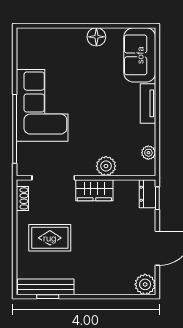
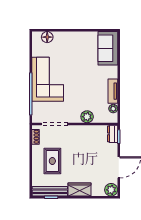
floor lamp: (96, 37) -> (47, 37), moved
tv unit: (148, 103) -> (113, 91), moved
wardrobe: (94, 190) -> (80, 190), moved, turned 180
rug: (50, 238) -> (52, 161), turned 90

